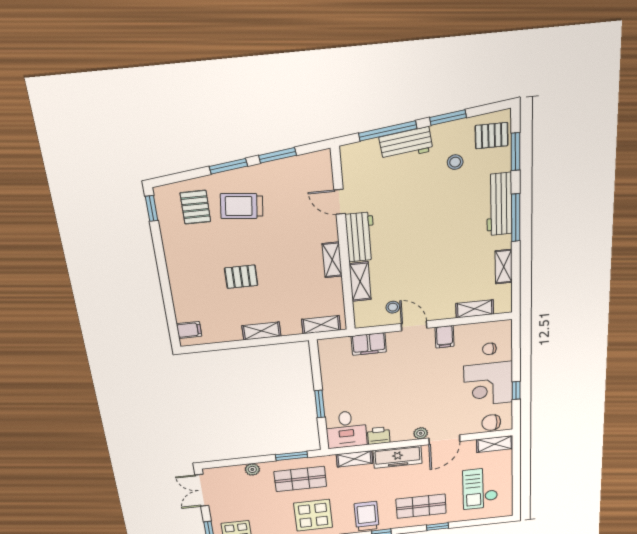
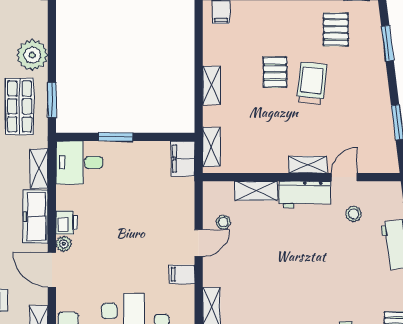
stool: (455, 162) -> (354, 214), moved
window: (228, 166) -> (387, 43), moved
trolley: (242, 206) -> (312, 83), moved
pallet: (195, 207) -> (336, 29), moved, turned 90
shelving: (332, 260) -> (308, 165), moved
filing cabinet: (369, 344) -> (183, 159), moved
printer: (379, 436) -> (67, 223), moved
plant: (252, 469) -> (32, 55), width x1.88, depth x1.88

